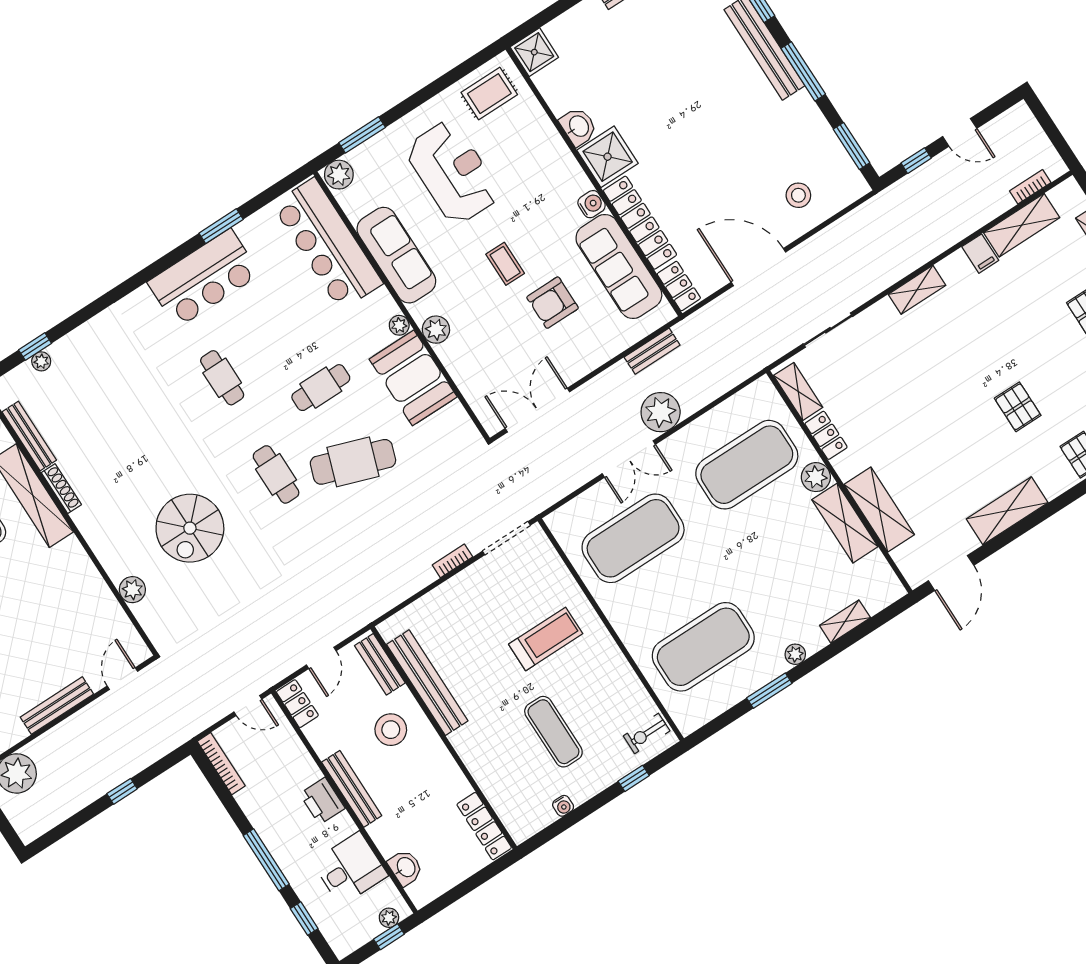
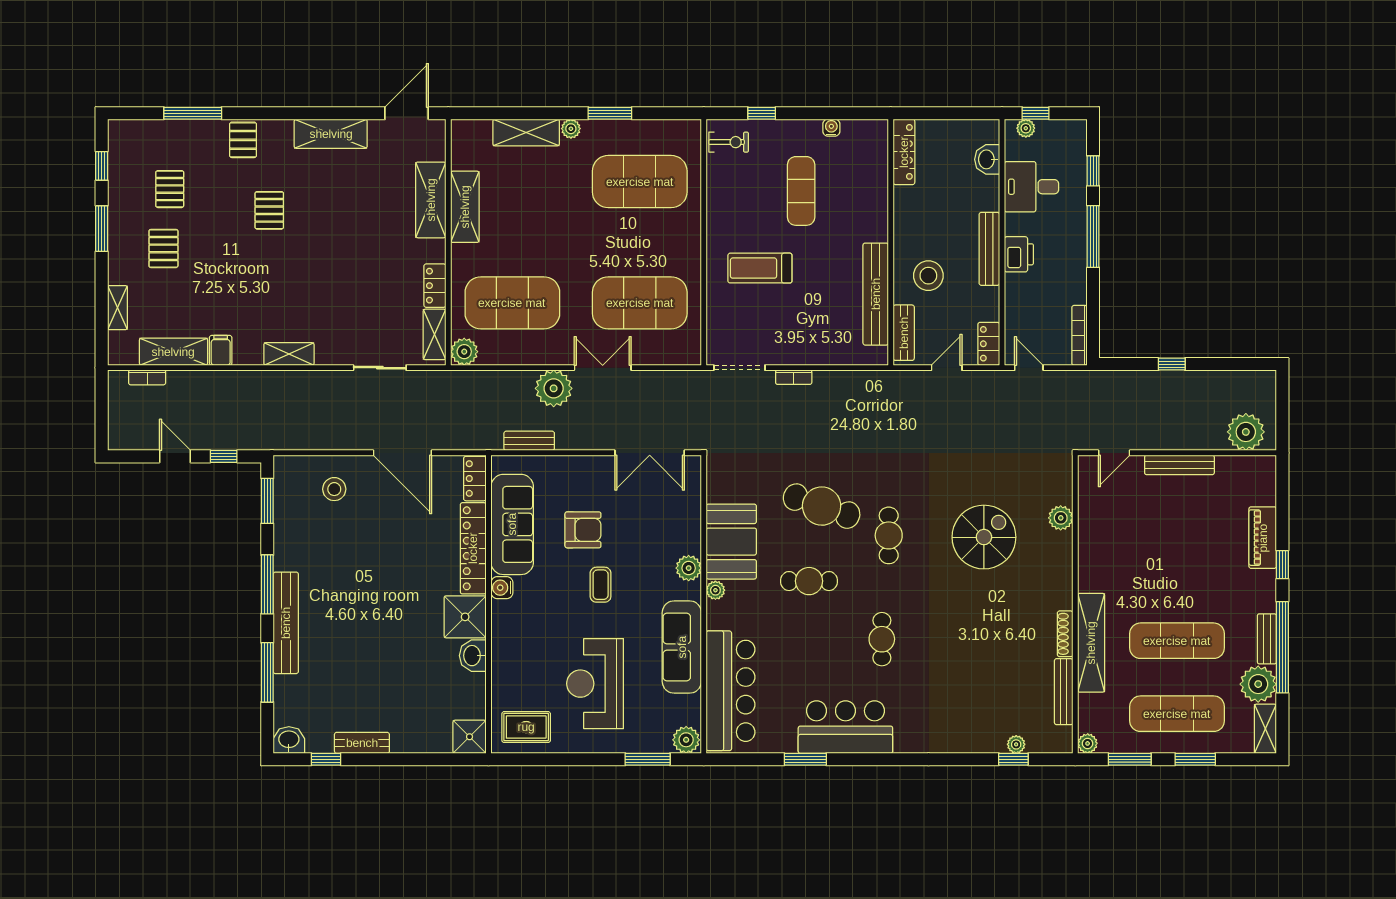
plant: (816, 477) -> (464, 352), moved
shelving: (845, 622) -> (526, 132), width x1.50, depth x1.33

